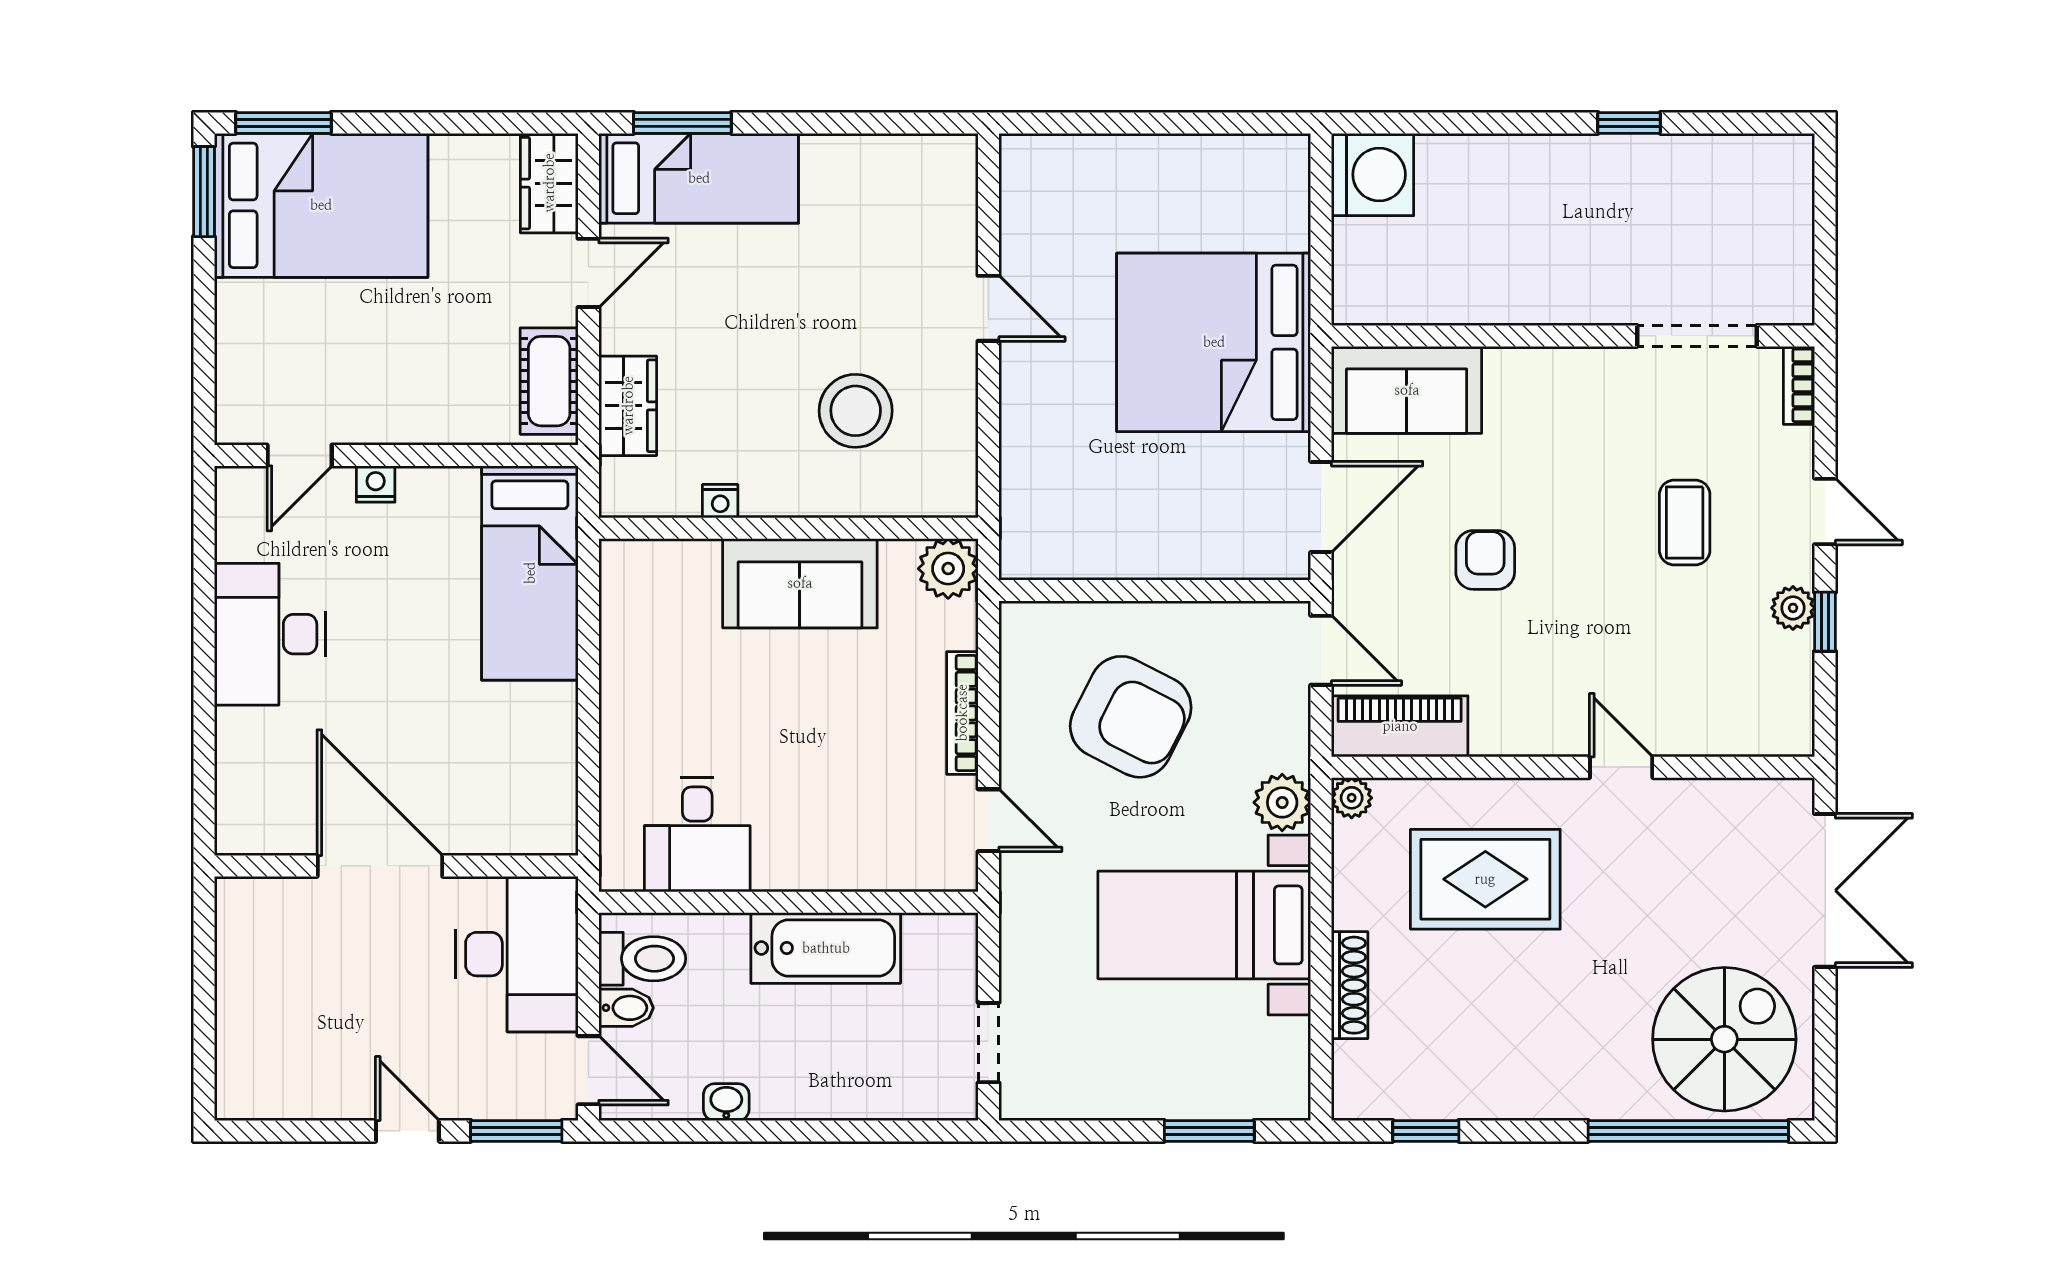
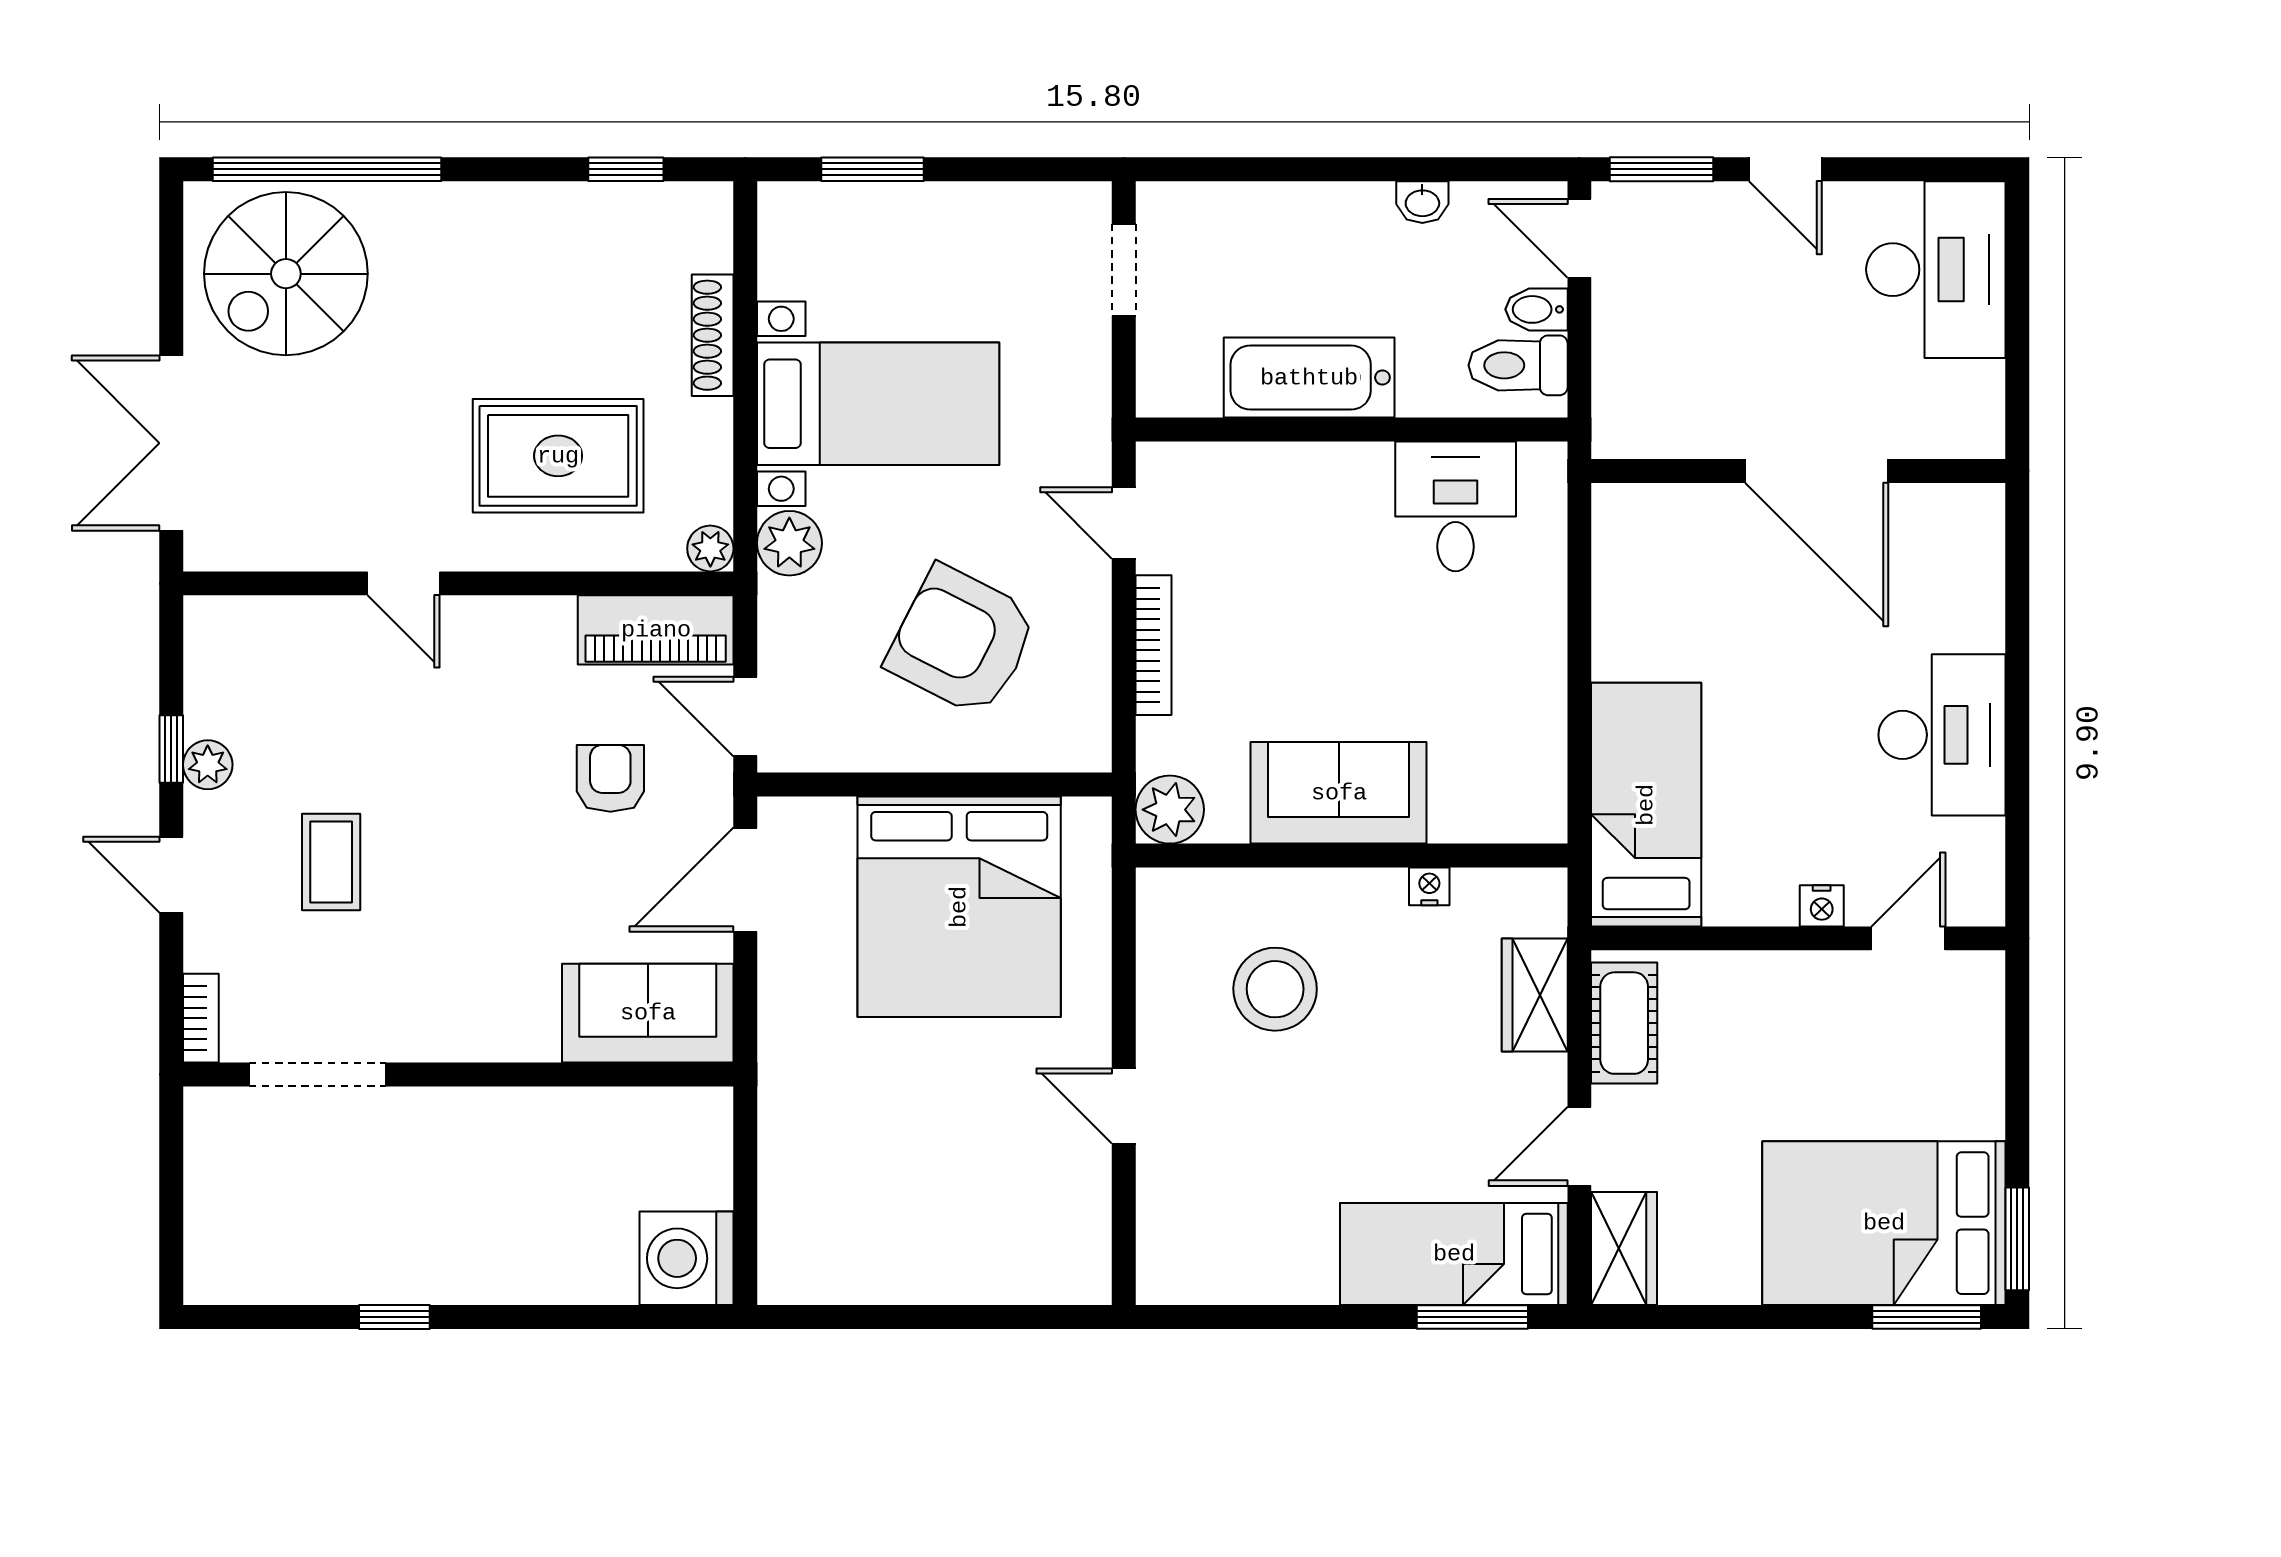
bed: (1214, 342) -> (959, 907), moved, turned 90
armchair: (1485, 560) -> (610, 778), moved, turned 180
desk: (517, 954) -> (1936, 270), moved, turned 180

